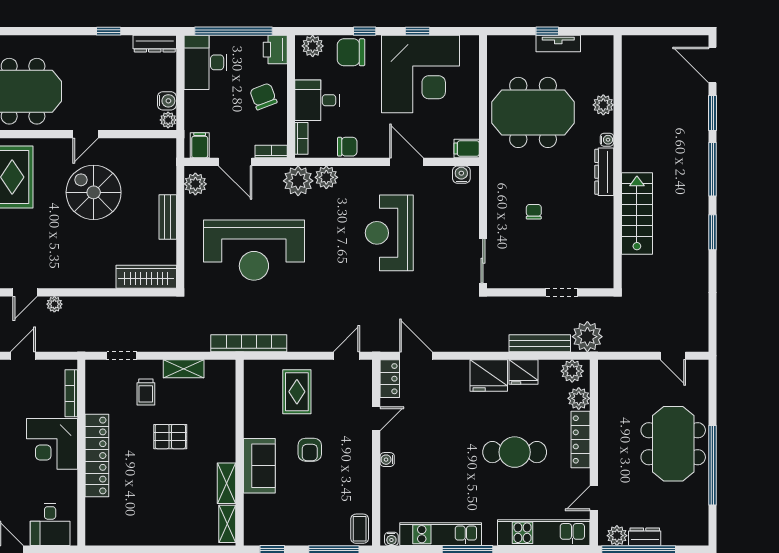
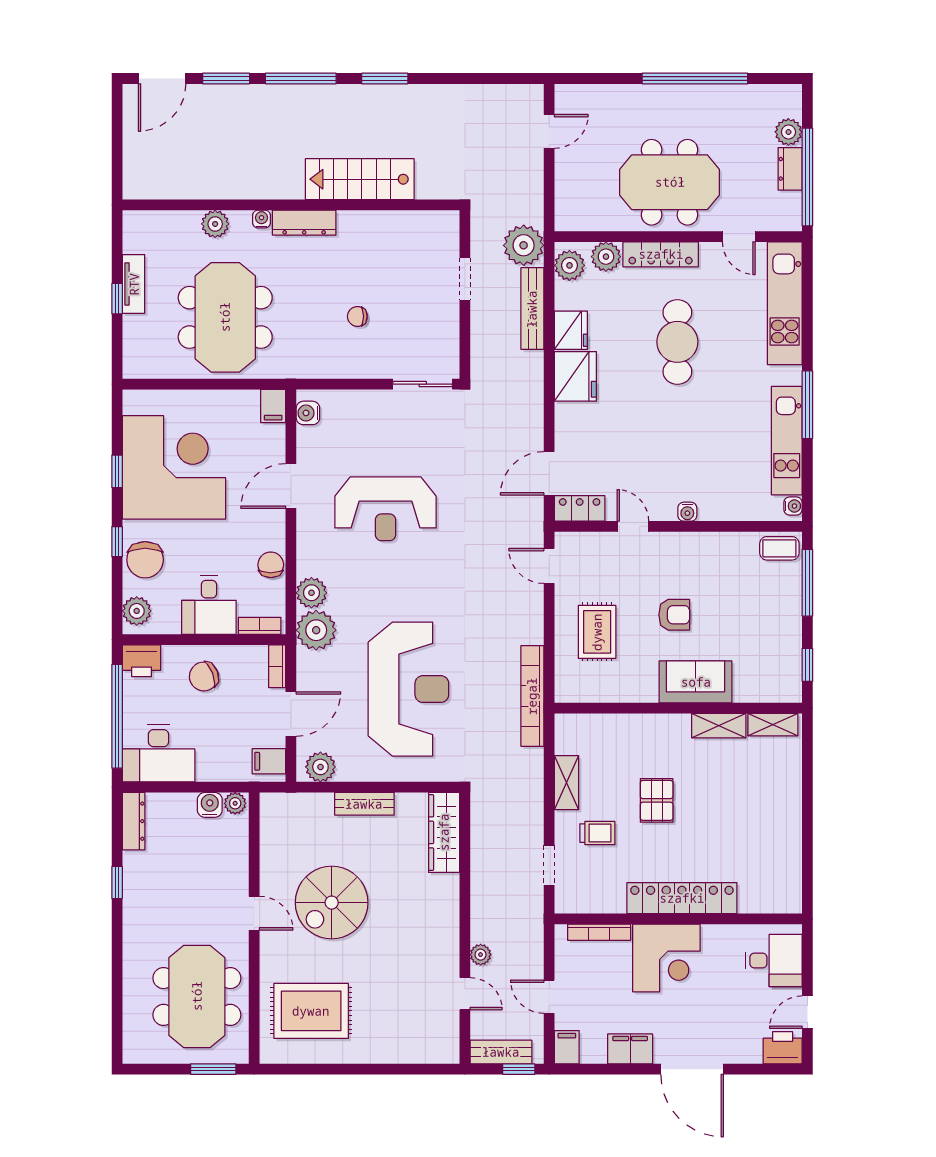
rug: (297, 392) -> (597, 632), turned 90
meeting table: (673, 444) -> (670, 182), moved
plant: (617, 536) -> (788, 132), moved

